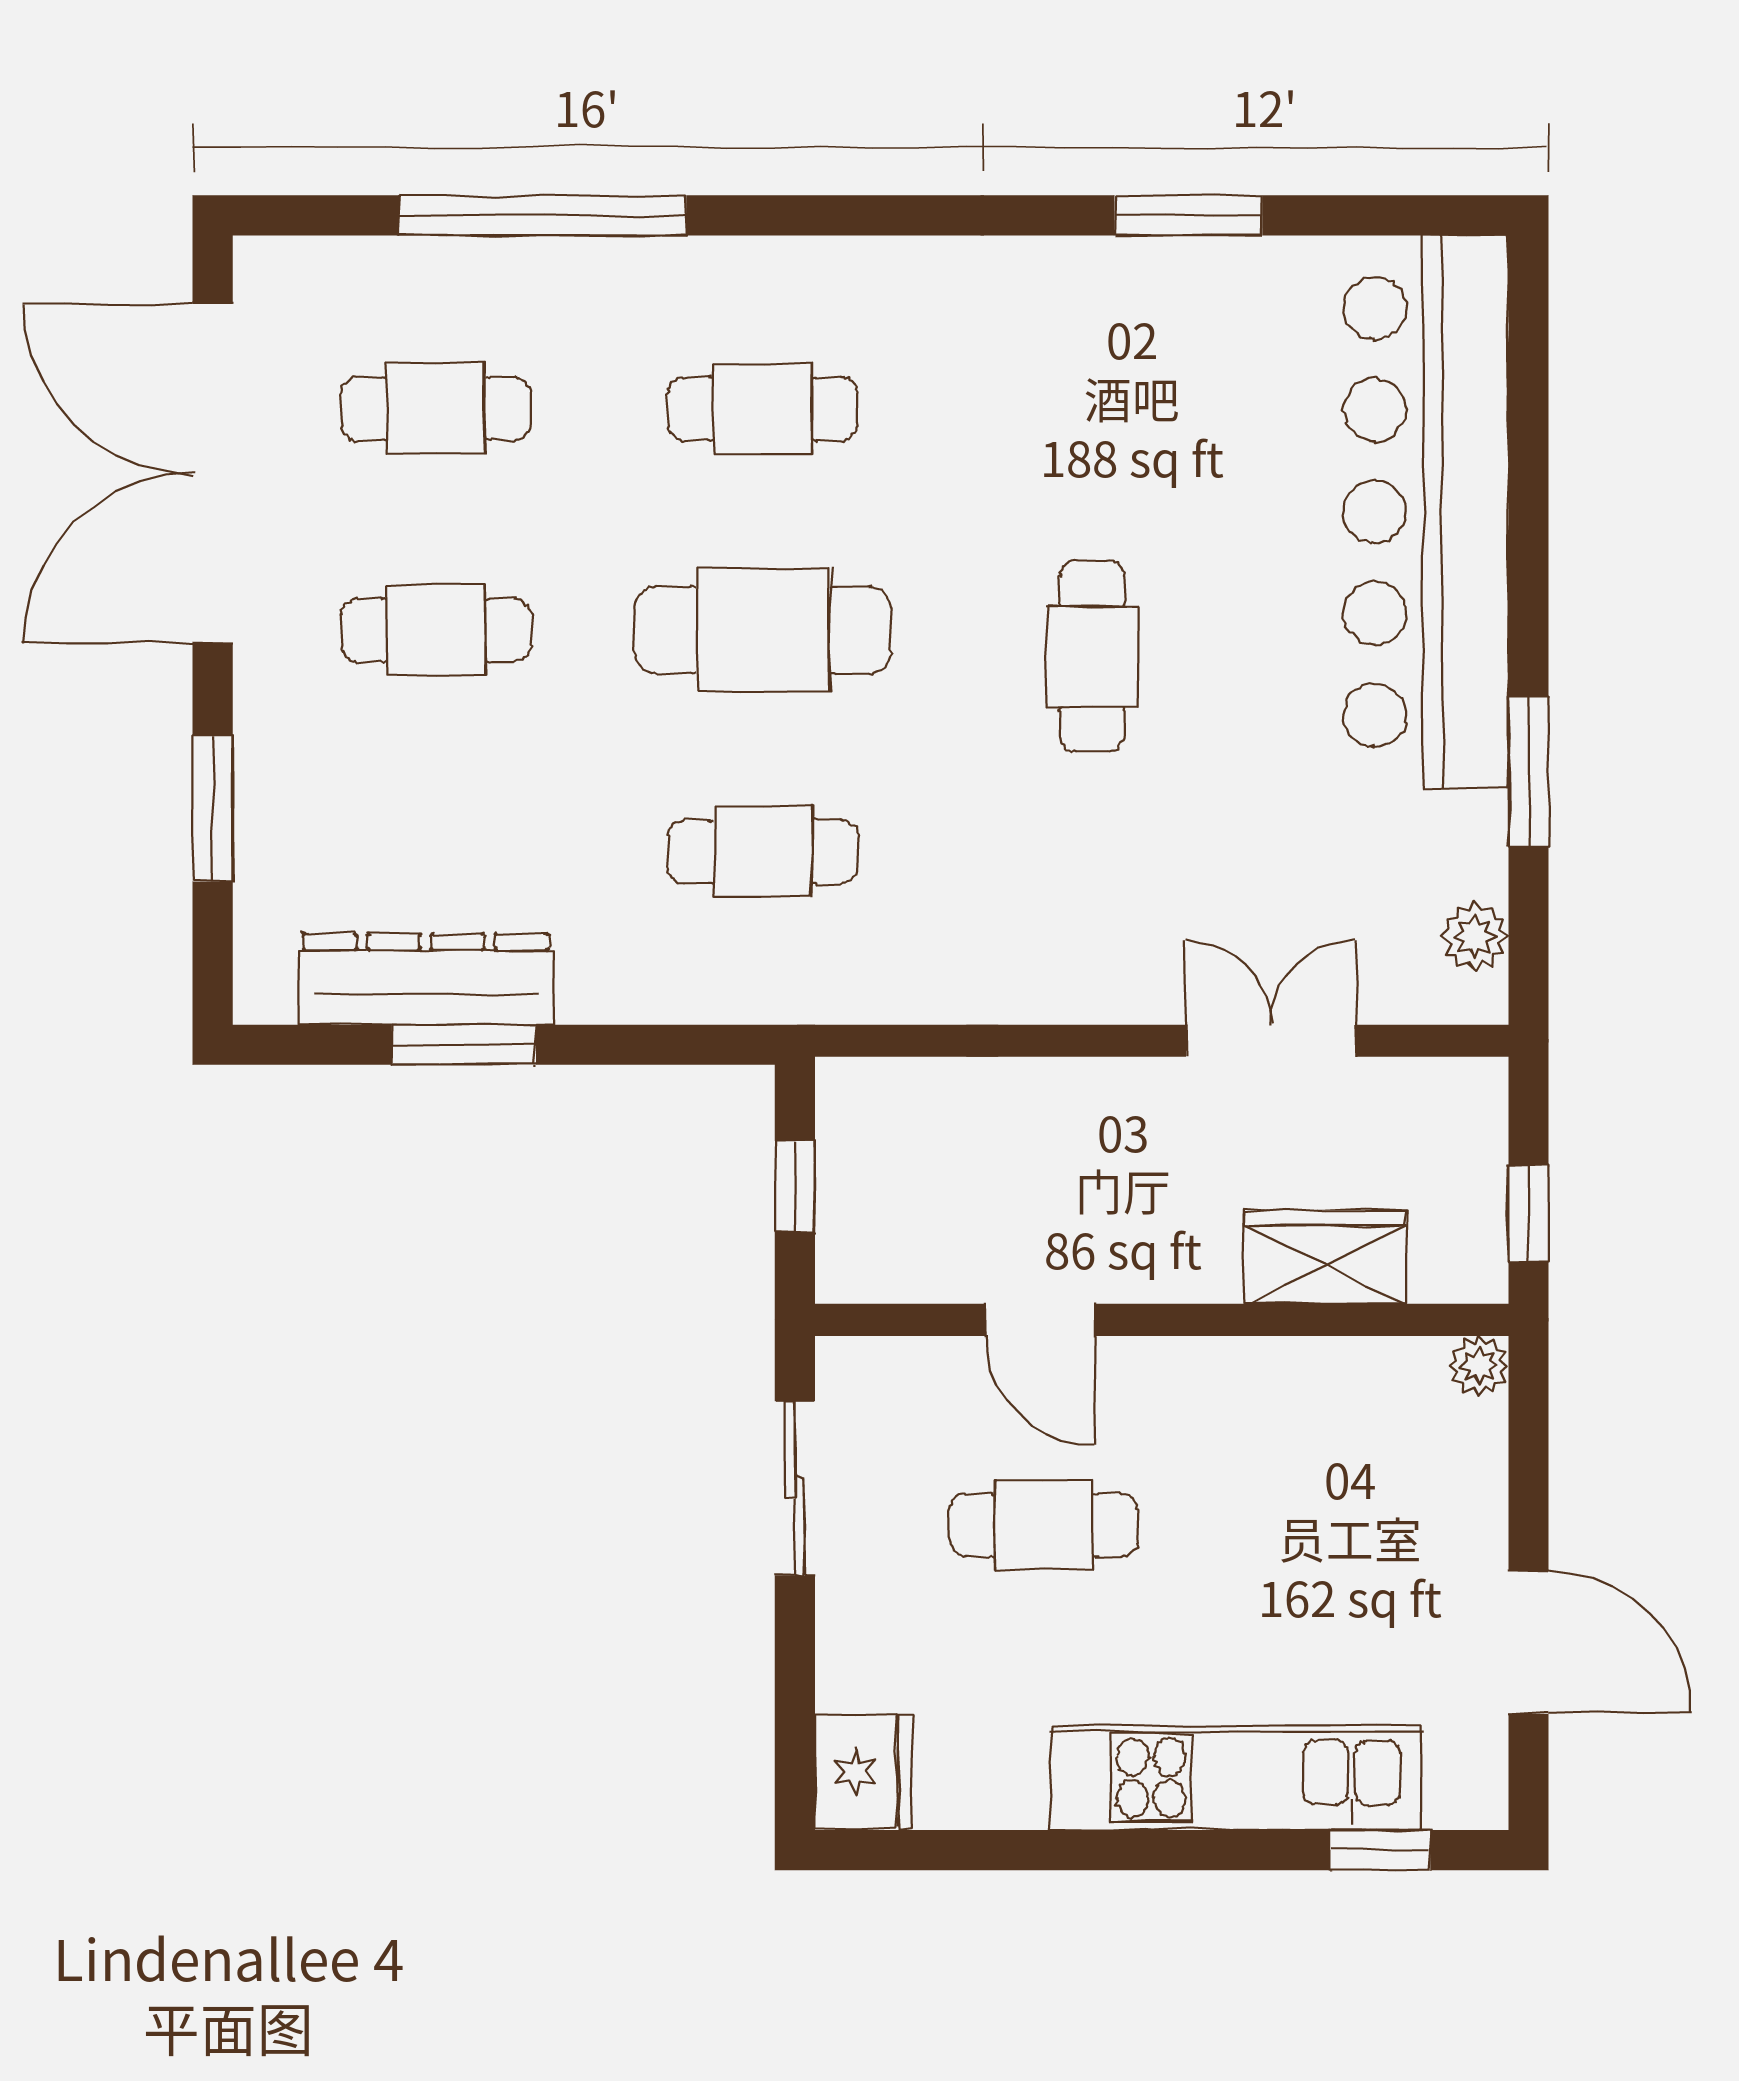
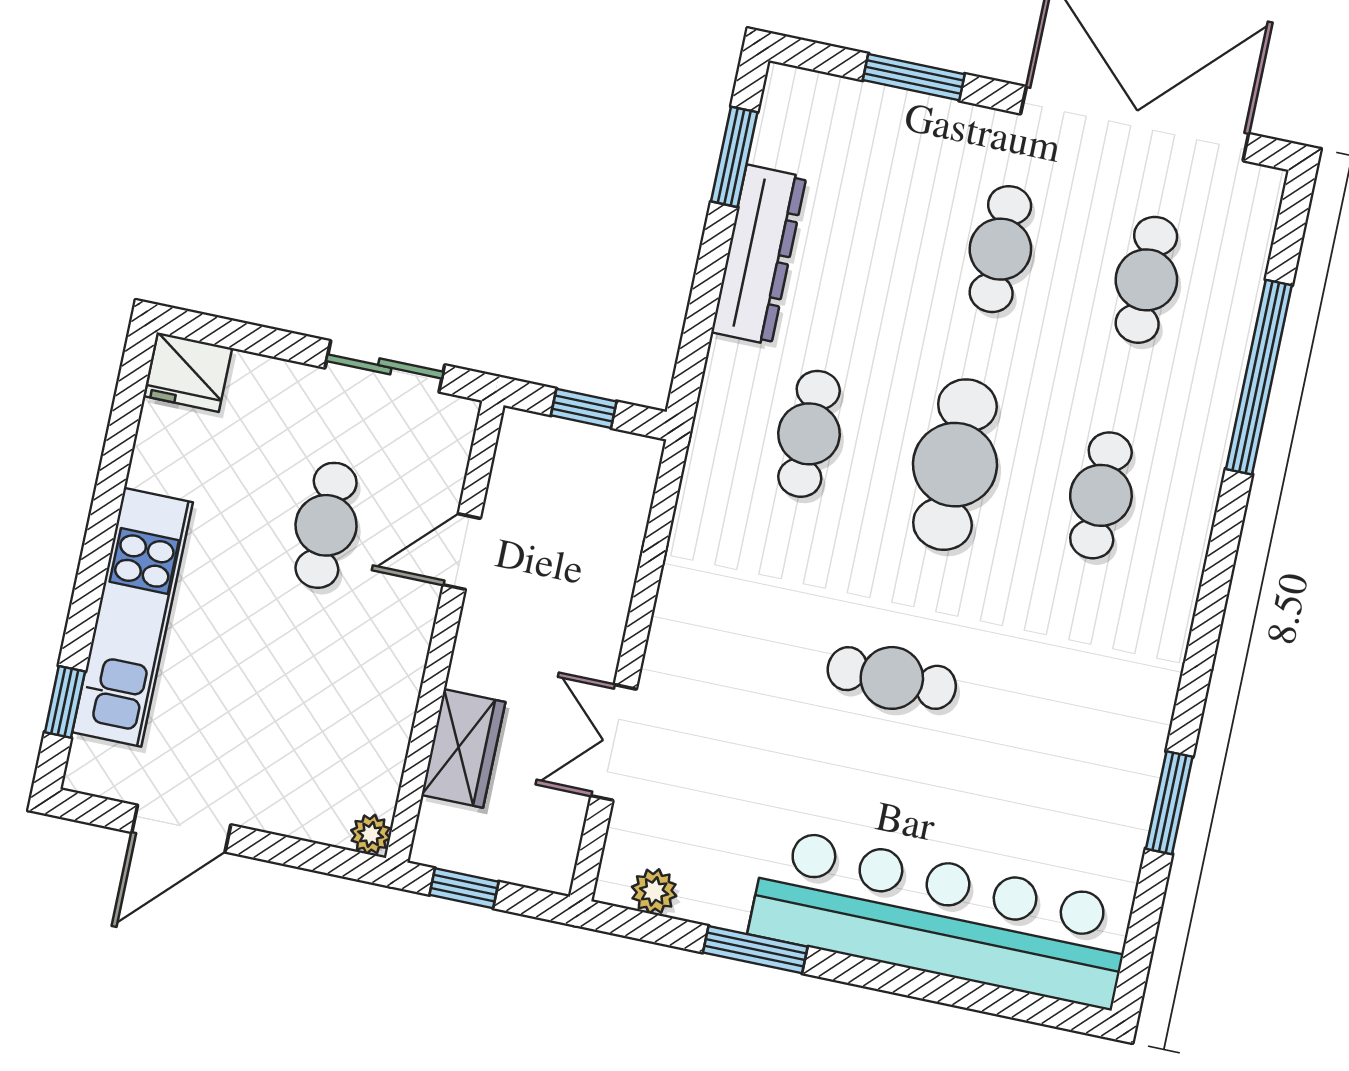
dresser: (426, 979) -> (759, 255), moved
double door: (1271, 1041) -> (614, 742), swing flipped
window: (464, 1045) -> (734, 157), moved

